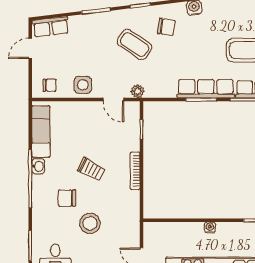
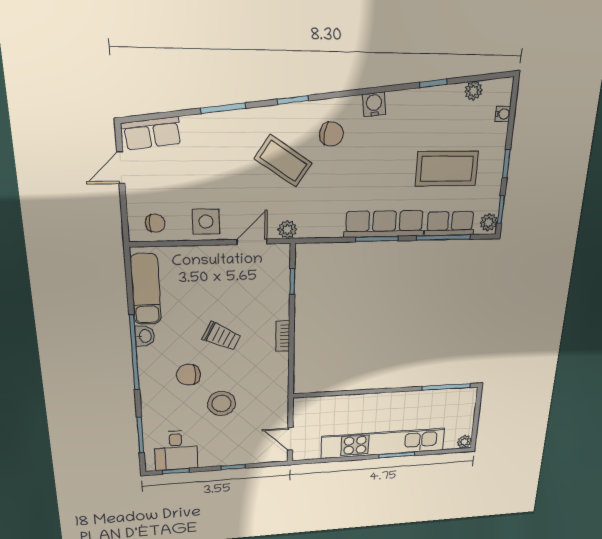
door: (113, 100) -> (252, 242), swing flipped
bookcase: (135, 171) -> (283, 336), width x0.64
water cooler: (210, 227) -> (379, 399), removed

